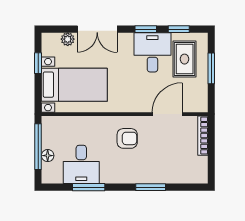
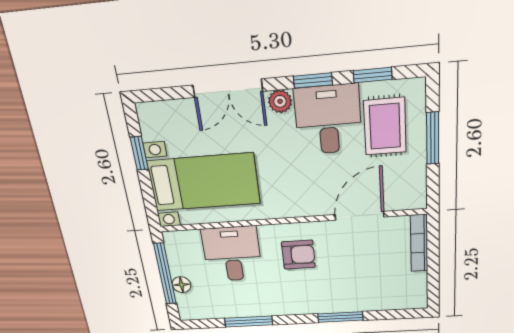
plant: (68, 39) -> (280, 101), moved
desk: (81, 164) -> (232, 254), moved, turned 180

